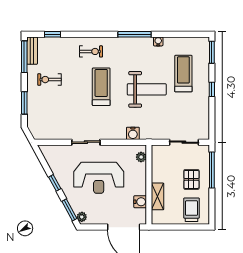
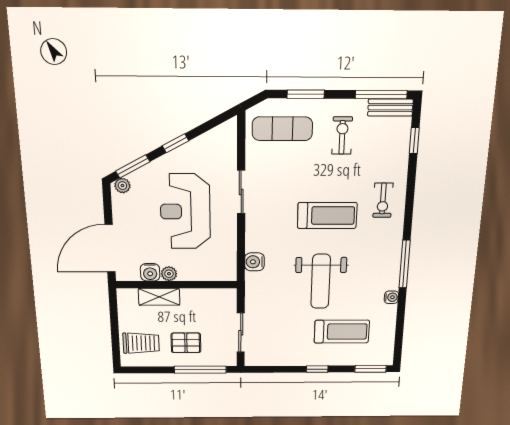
exercise mat: (45, 117) -> (282, 129), added
plant: (141, 157) -> (169, 274), moved

